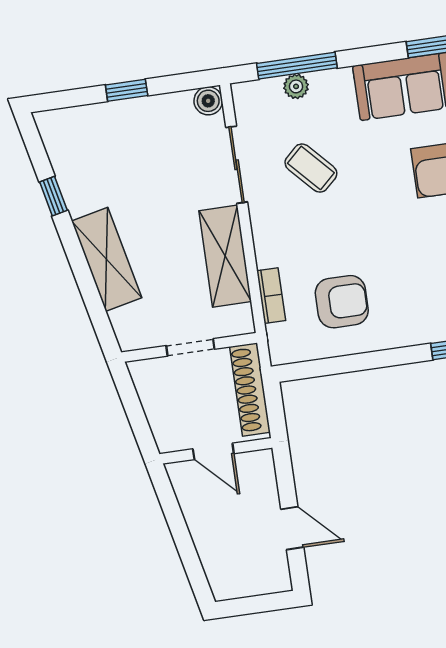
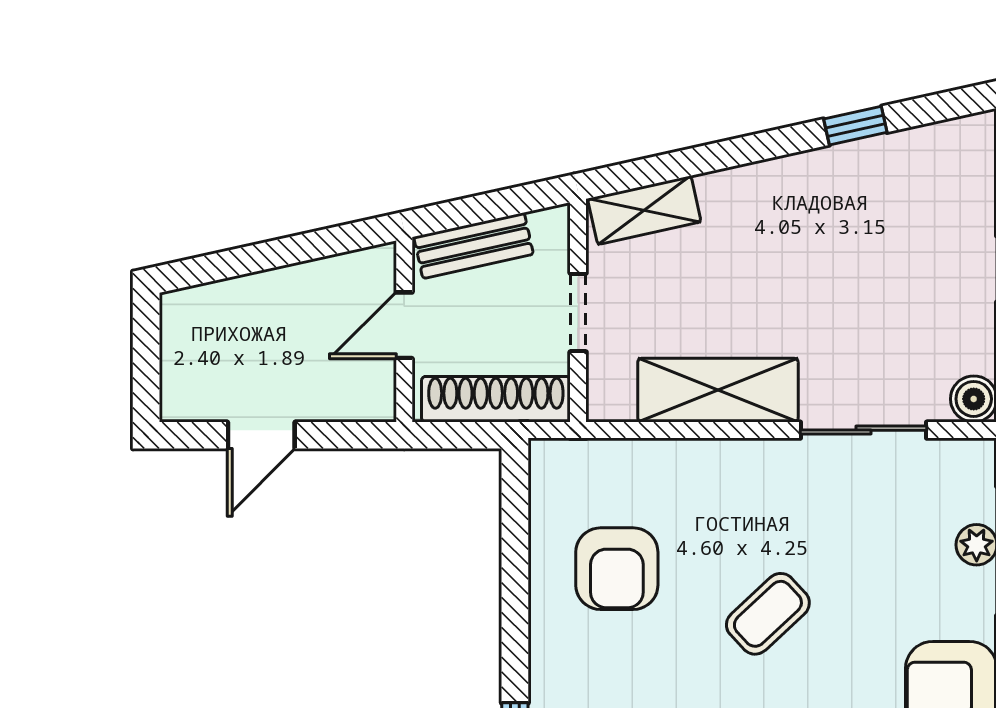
coffee table: (311, 168) -> (768, 614), moved
shelving: (107, 259) -> (644, 210), moved, width x0.67, depth x0.75
bookcase: (271, 296) -> (643, 455), removed
bench: (159, 416) -> (474, 246), added

